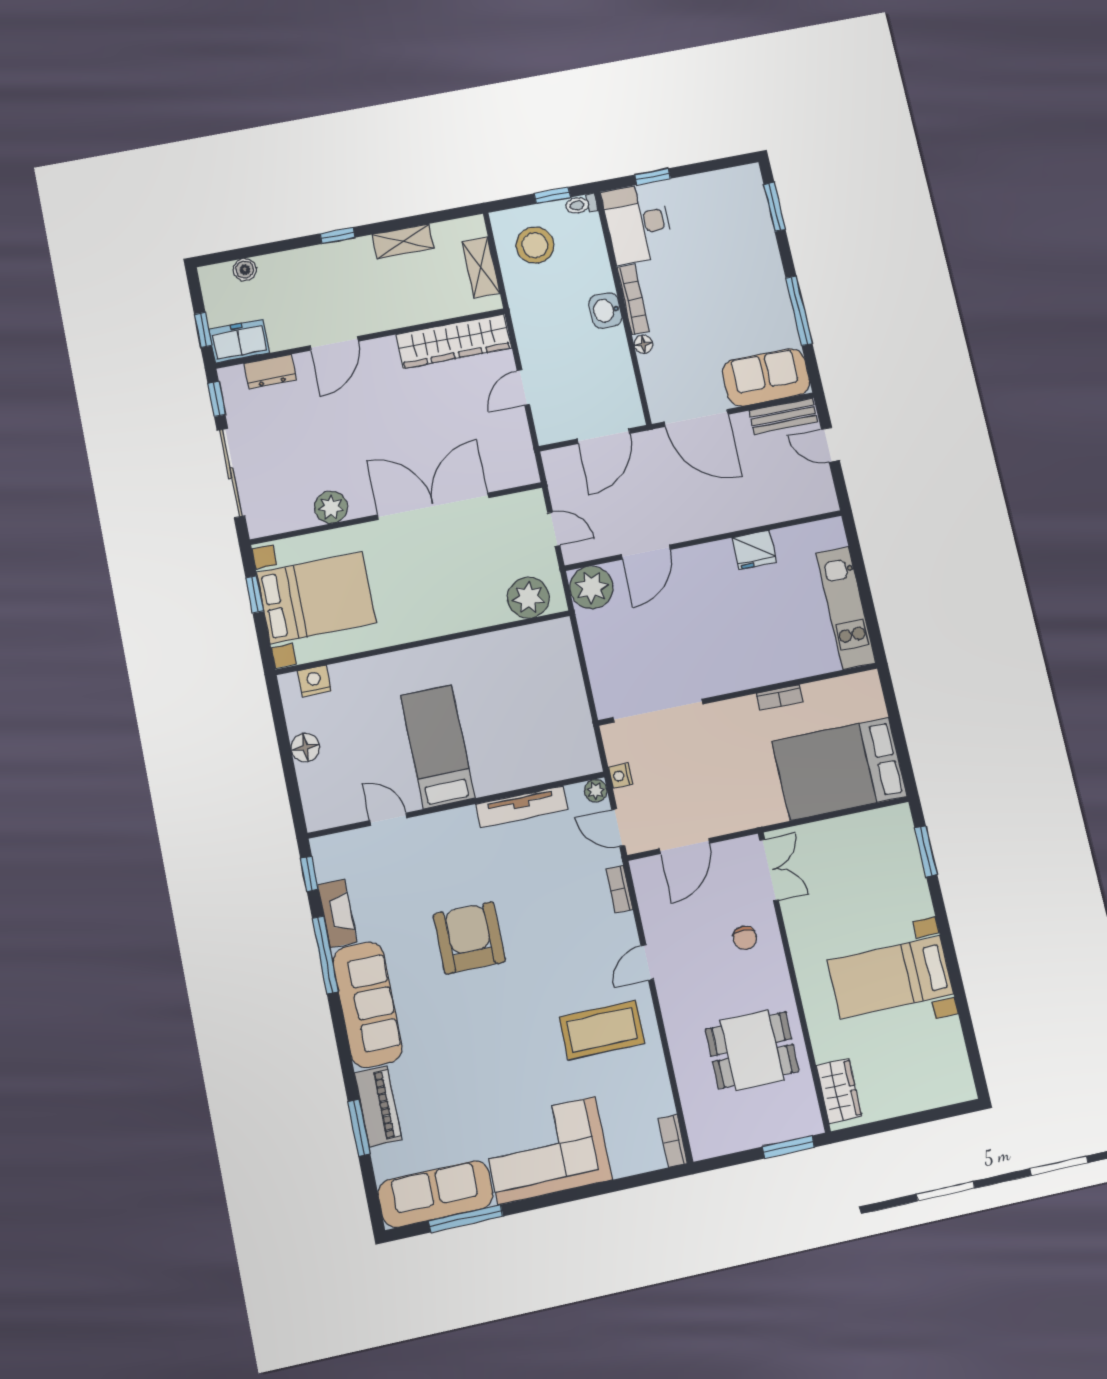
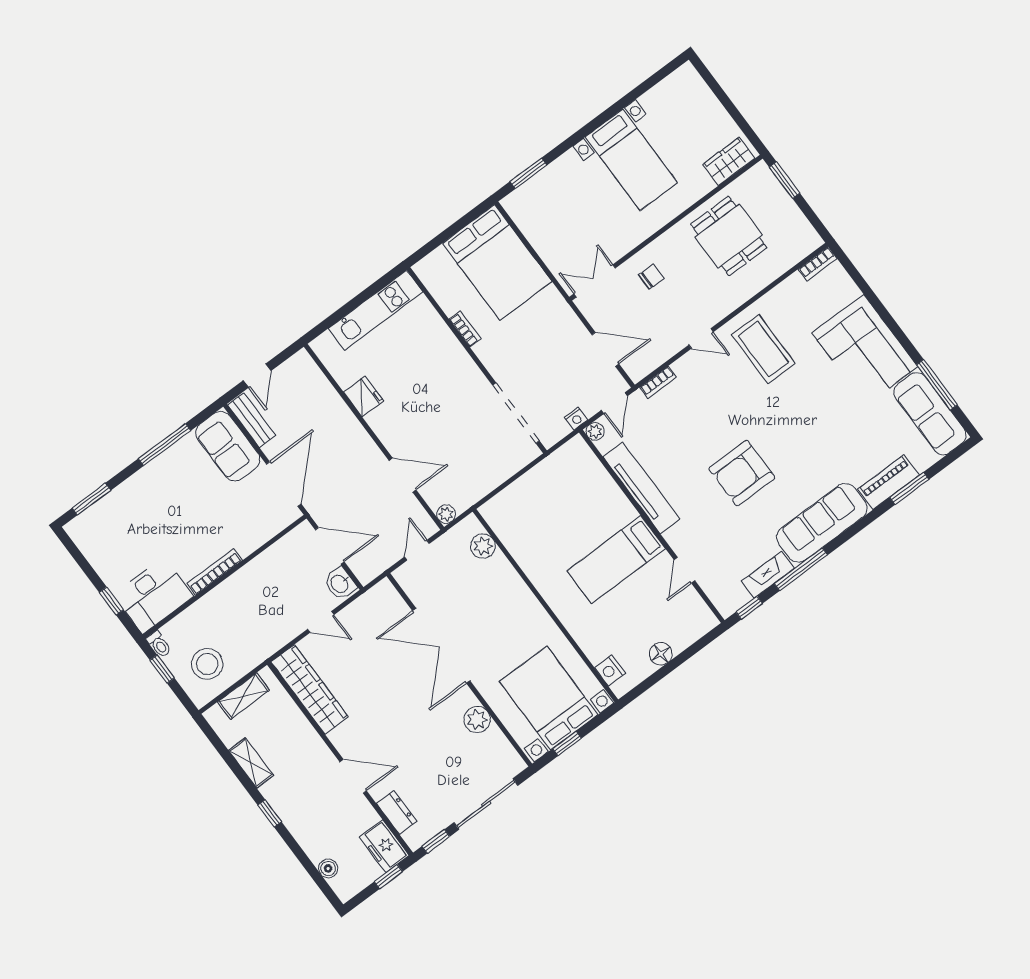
washbasin: (606, 311) -> (340, 584), moved, turned 90
floor lamp: (643, 344) -> (245, 549), removed
plant: (591, 587) -> (446, 514), width x0.53, depth x0.53
plant: (528, 598) -> (483, 546), width x0.73, depth x0.73
tv unit: (522, 807) -> (641, 488), width x1.36, depth x1.29

